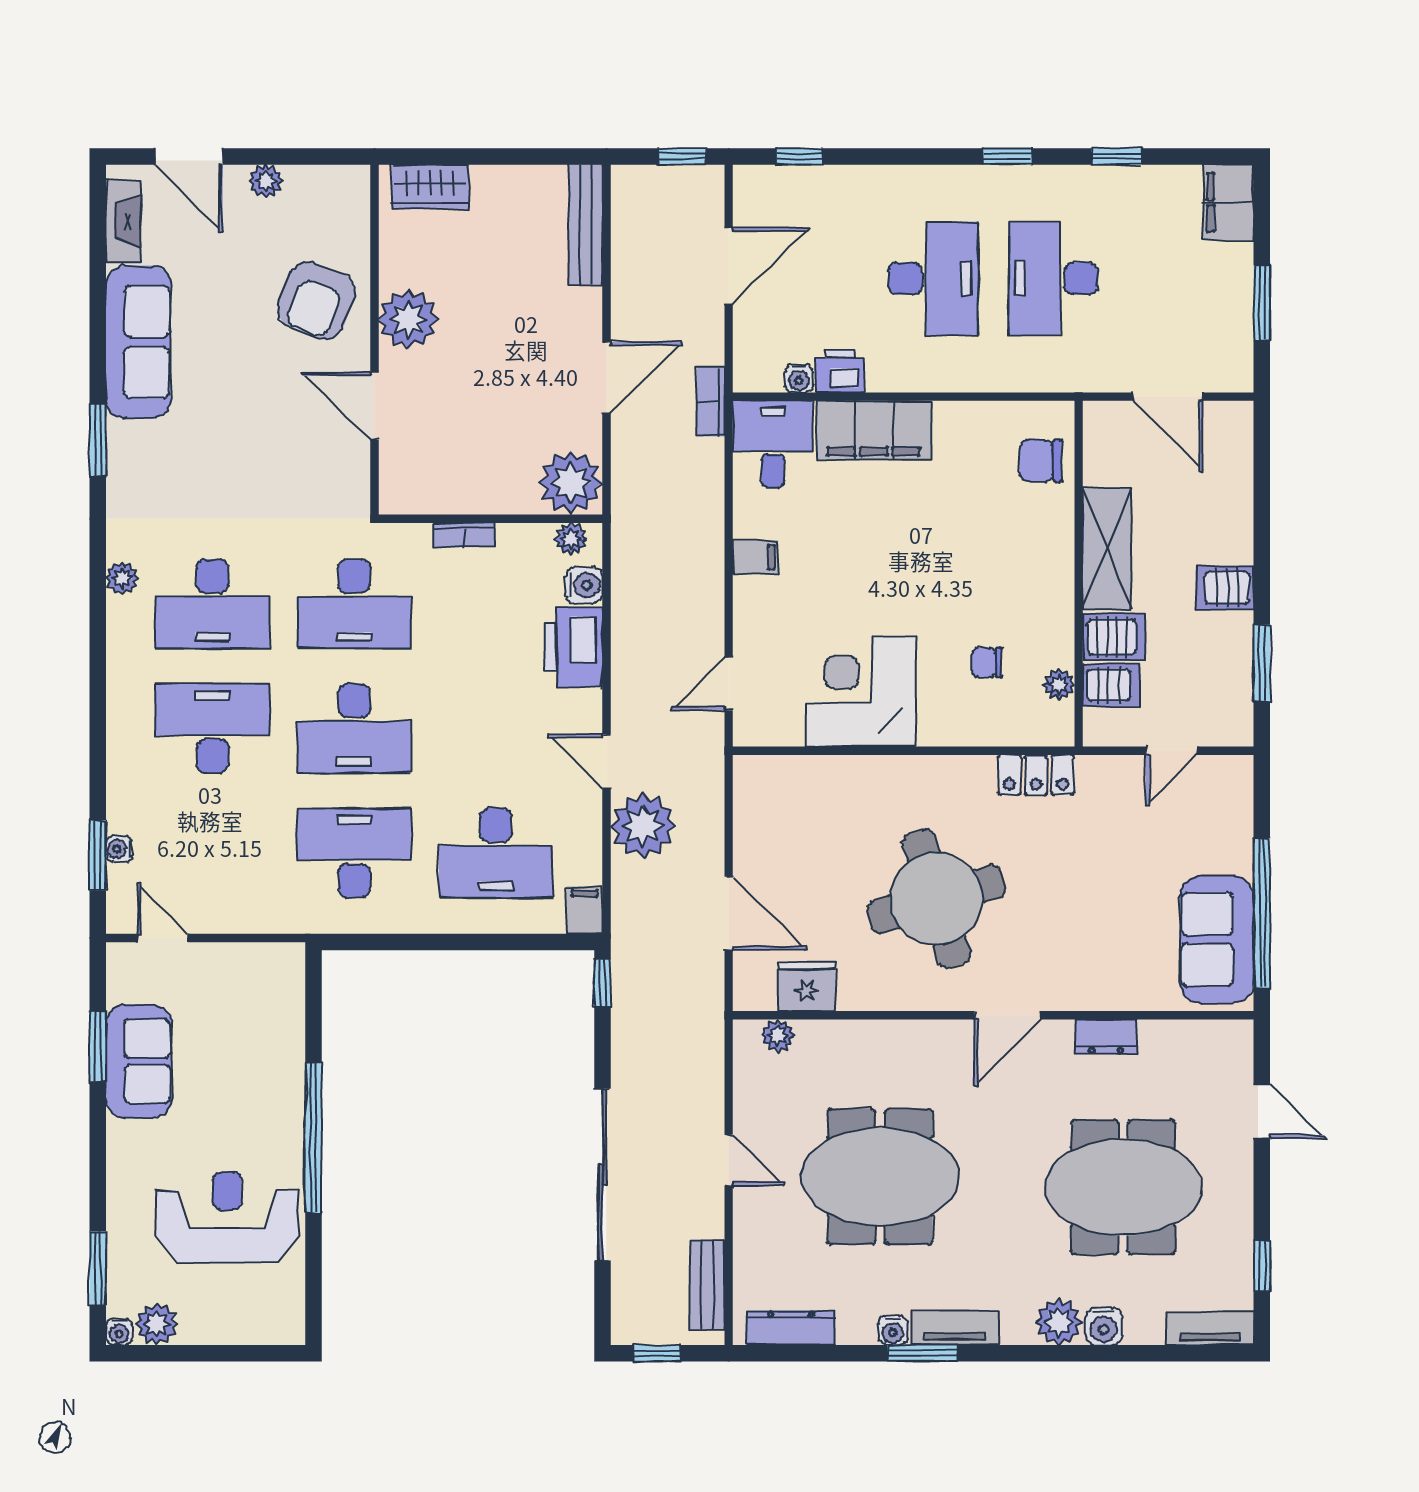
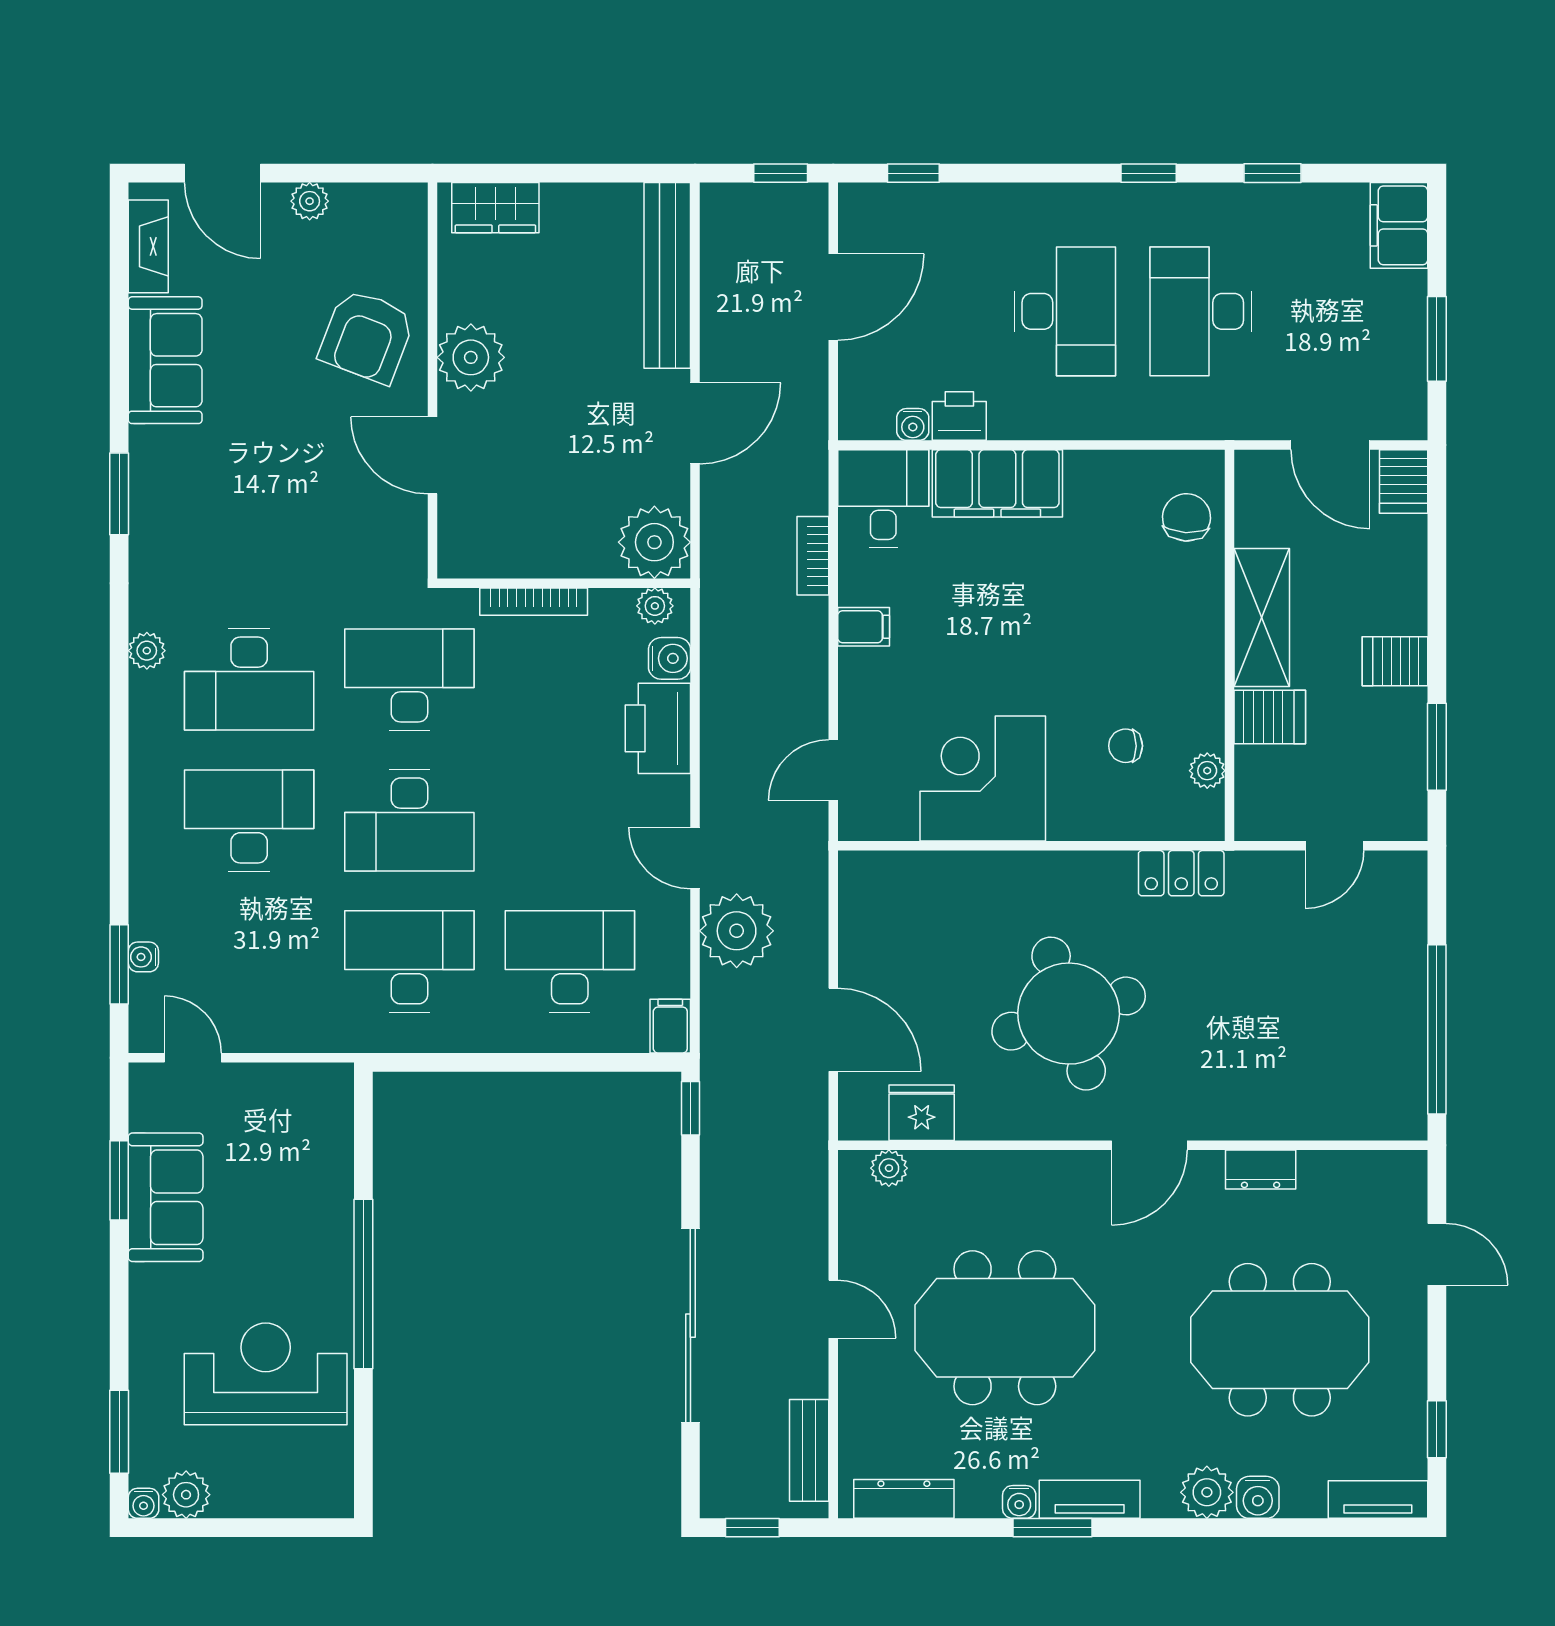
bench: (586, 225) -> (667, 275), width x1.37, depth x1.21
sofa: (138, 342) -> (165, 360), width x0.73
bookcase: (711, 402) -> (813, 556), moved
chair: (1041, 461) -> (1186, 517), turned 93
bookcase: (464, 535) -> (534, 602), width x1.56
desk: (354, 604) -> (409, 680), turned 180
server rack: (1111, 685) -> (1404, 481), moved, turned 90
desk: (496, 853) -> (570, 961), turned 180
sofa: (1217, 939) -> (1386, 1059), removed

